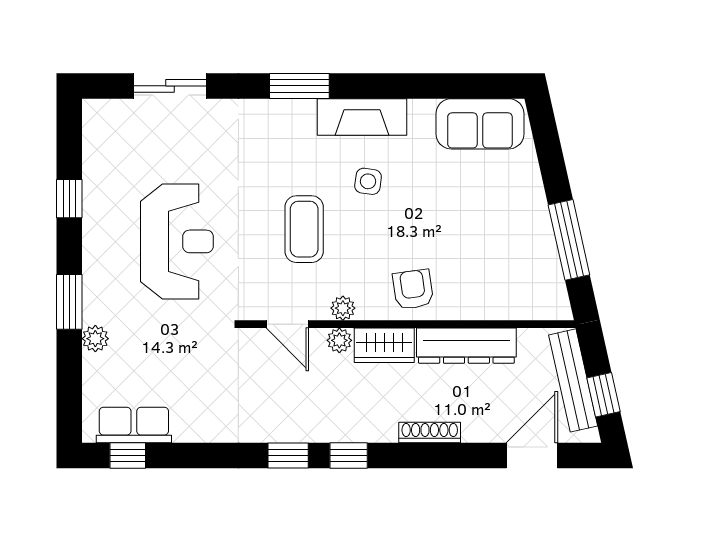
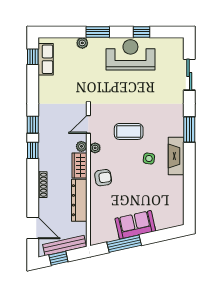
sofa: (480, 124) -> (135, 225), moved, turned 77
reception desk: (177, 241) -> (130, 55), moved, turned 180

